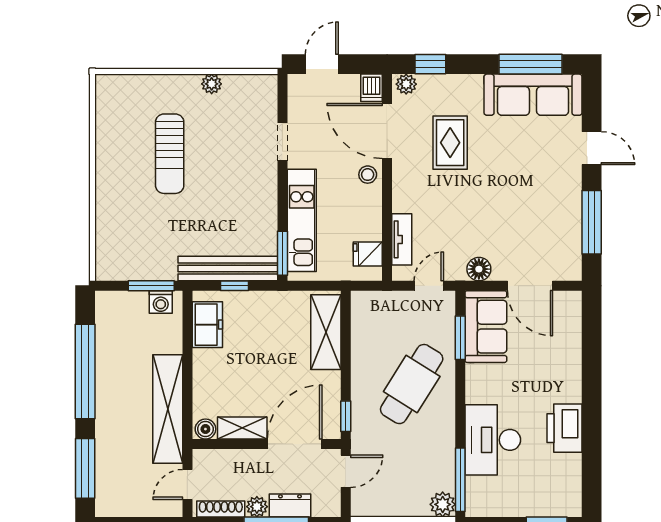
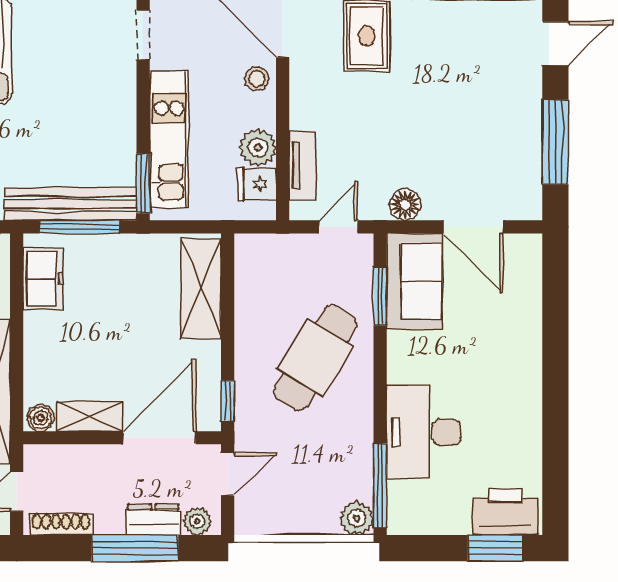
door: (592, 148) -> (555, 43), hinge flipped
plant: (369, 226) -> (258, 147), added
window: (235, 286) -> (79, 227), width x2.17
printer: (564, 428) -> (505, 512), moved, turned 90
plant: (257, 507) -> (197, 521), moved

